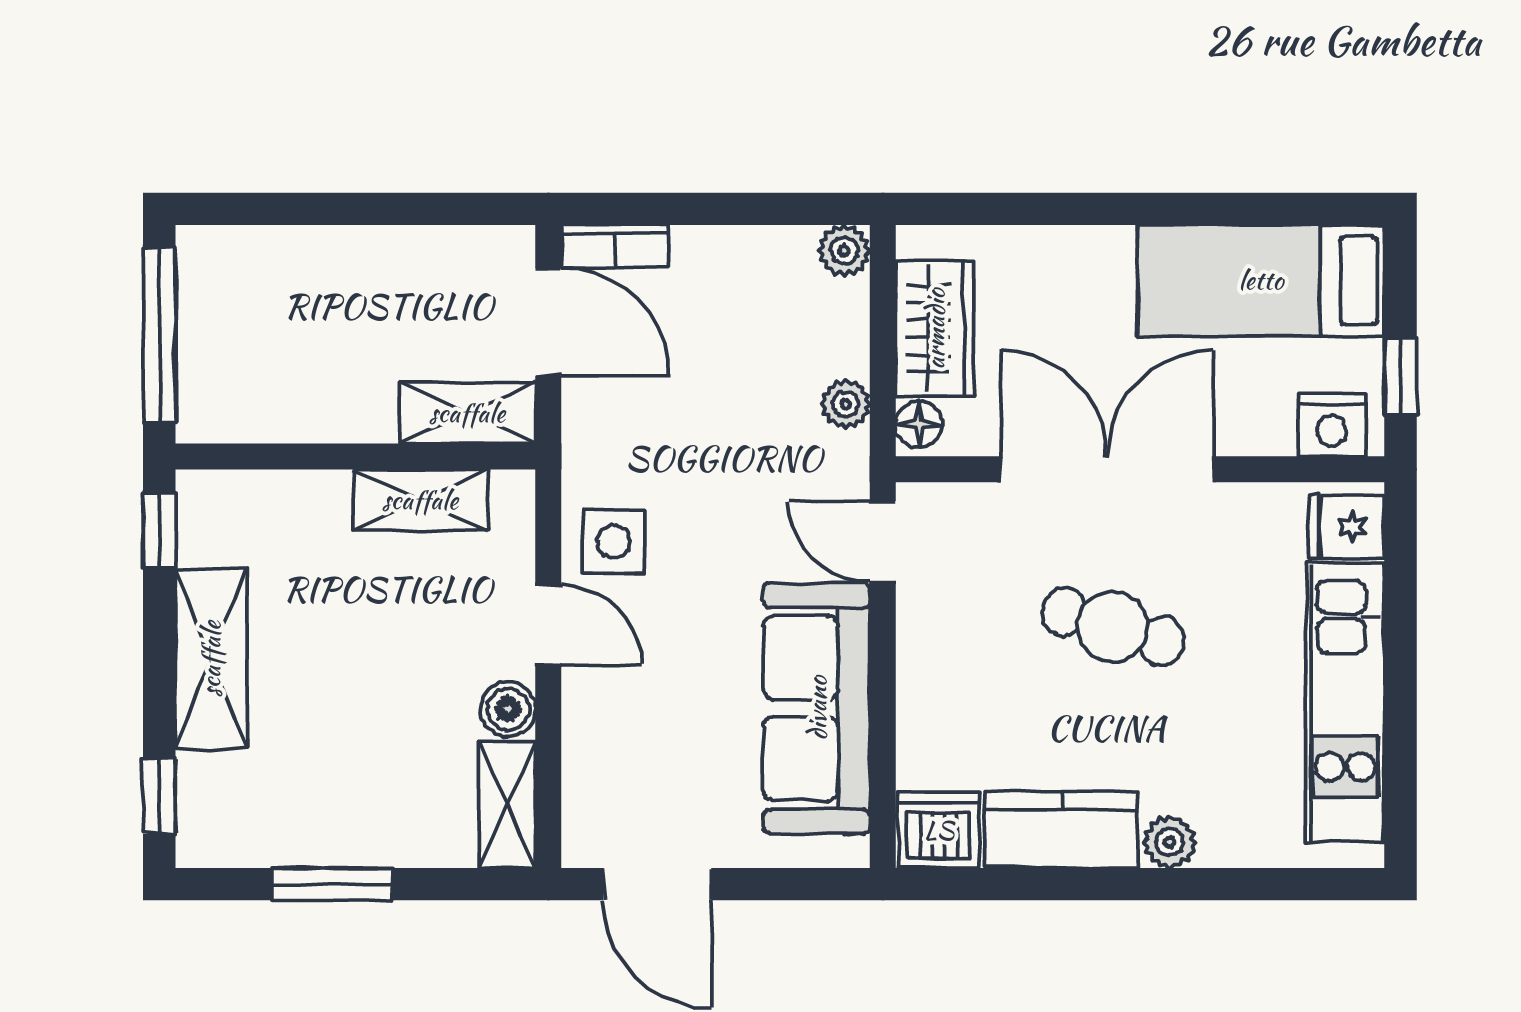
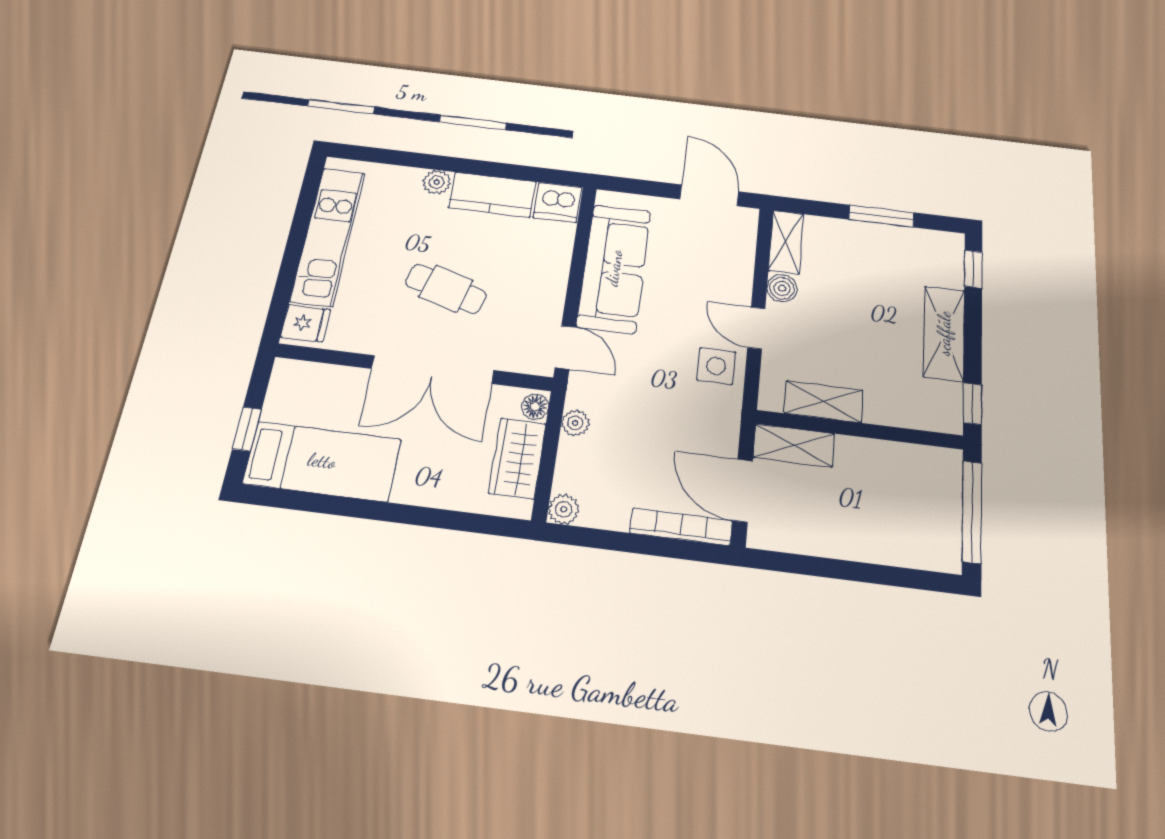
bookcase: (615, 246) -> (681, 527), width x1.56
window: (1401, 377) -> (247, 429), moved
nightstand: (1332, 425) -> (301, 377), removed

